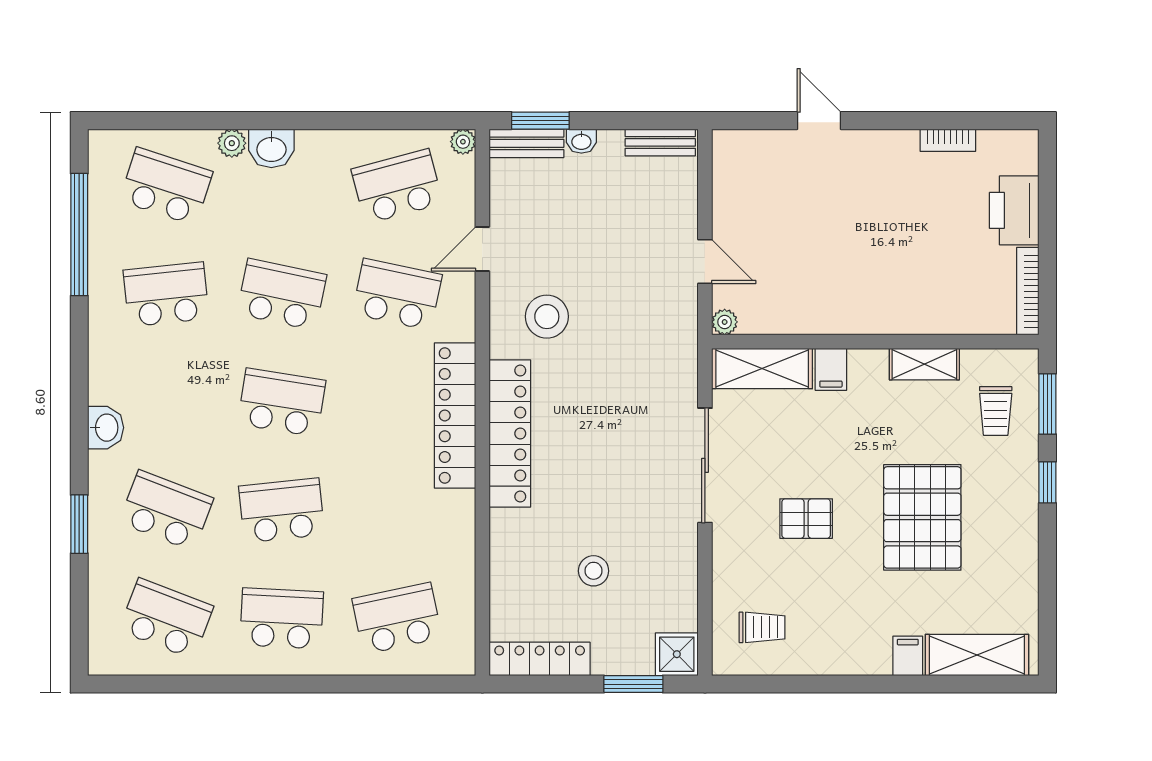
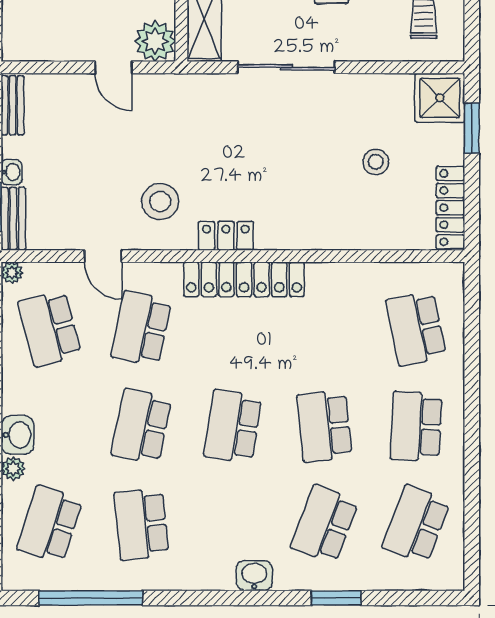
door: (705, 261) -> (113, 67), swing flipped
plant: (725, 322) -> (155, 41), width x1.88, depth x1.88
locker: (510, 434) -> (226, 236), width x0.46, depth x0.83
shower: (677, 654) -> (440, 98), width x1.36, depth x1.36

